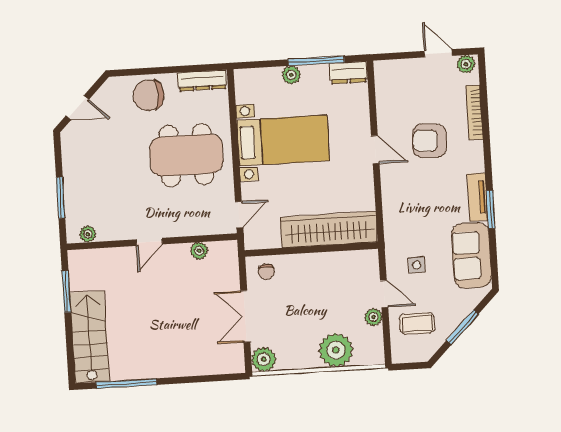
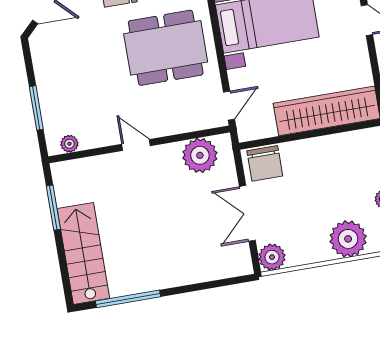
door: (149, 242) -> (136, 145), swing flipped
plant: (199, 251) -> (200, 155), width x1.87, depth x1.87
chair: (266, 272) -> (265, 163), width x1.87, depth x1.87

